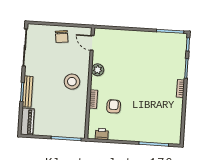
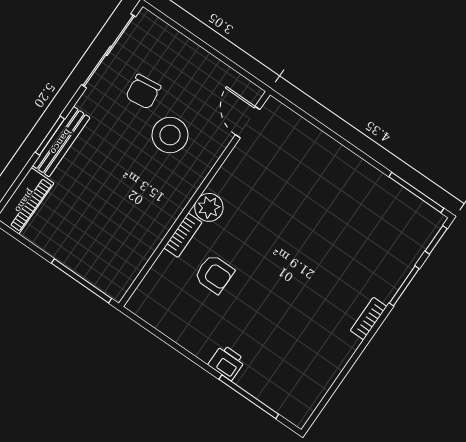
chair: (62, 37) -> (143, 92), moved
plant: (98, 70) -> (209, 207), moved
stool: (72, 82) -> (170, 135), moved
armchair: (114, 106) -> (214, 274), turned 89
printer: (102, 134) -> (227, 362), moved

